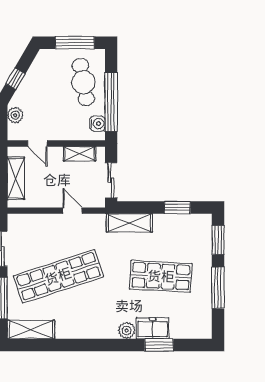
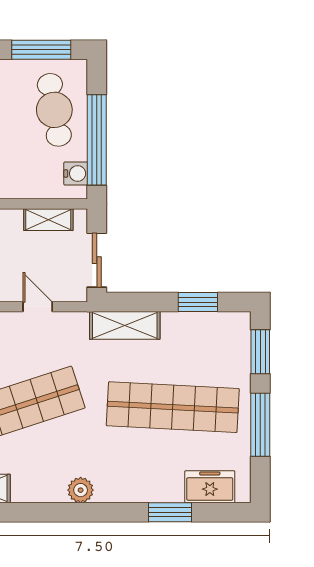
shop shelf: (161, 276) -> (173, 407), width x1.40
freezer: (153, 328) -> (210, 487), moved
plant: (127, 330) -> (81, 490), moved

